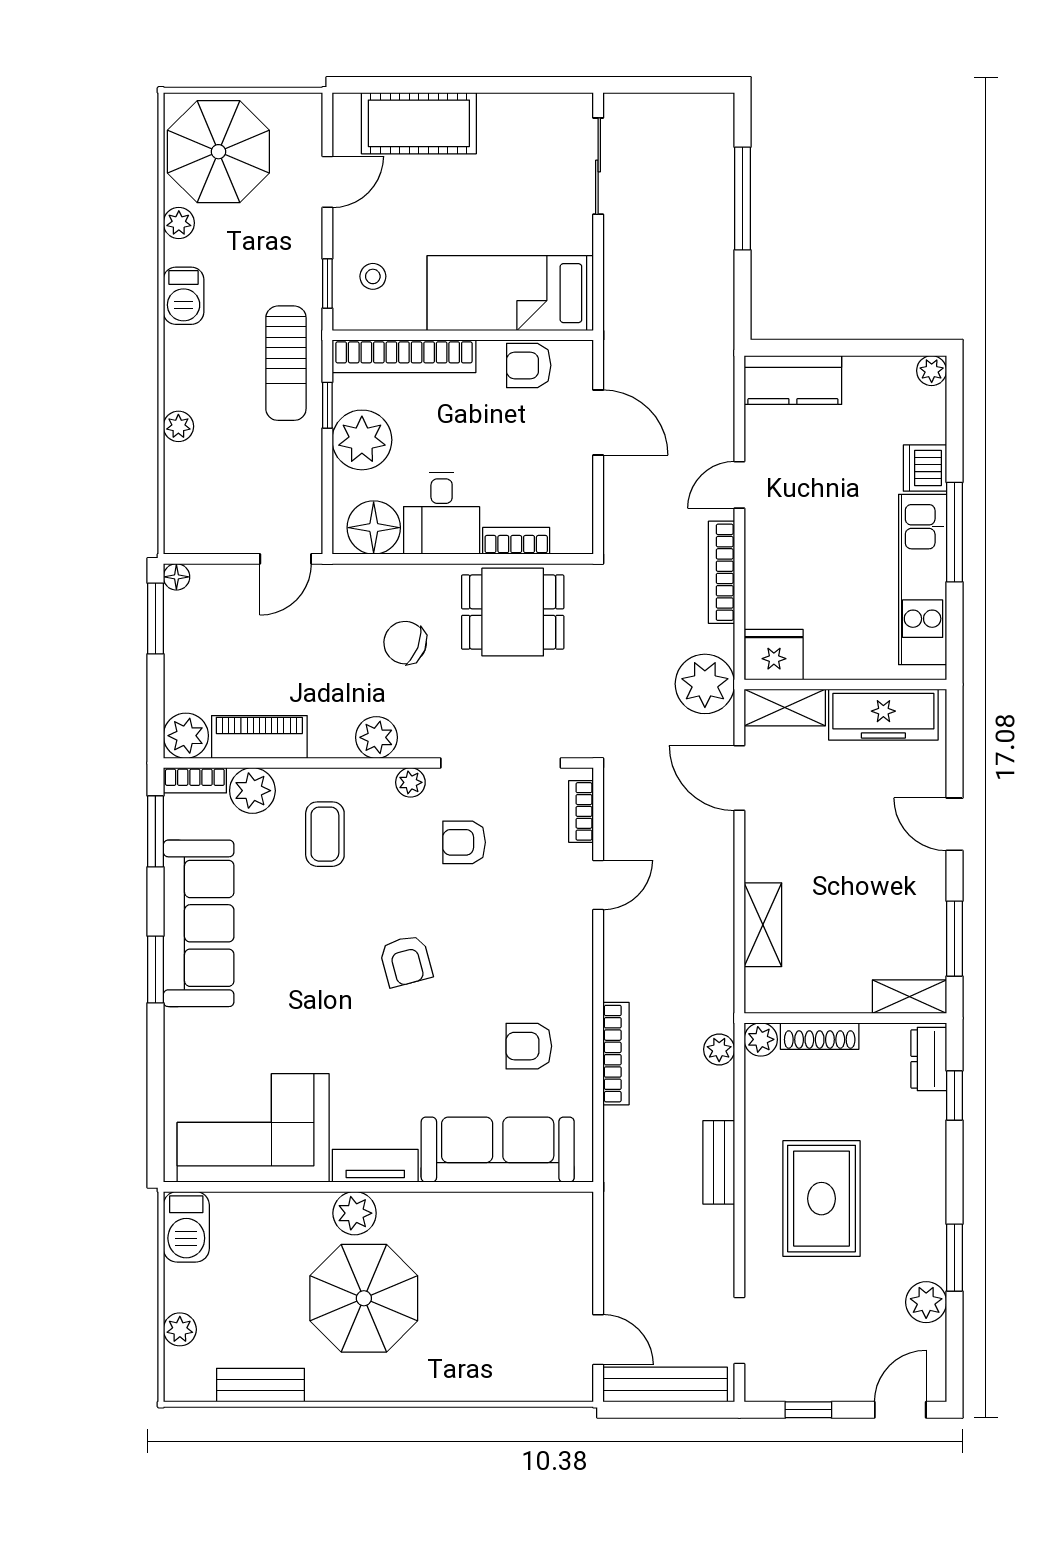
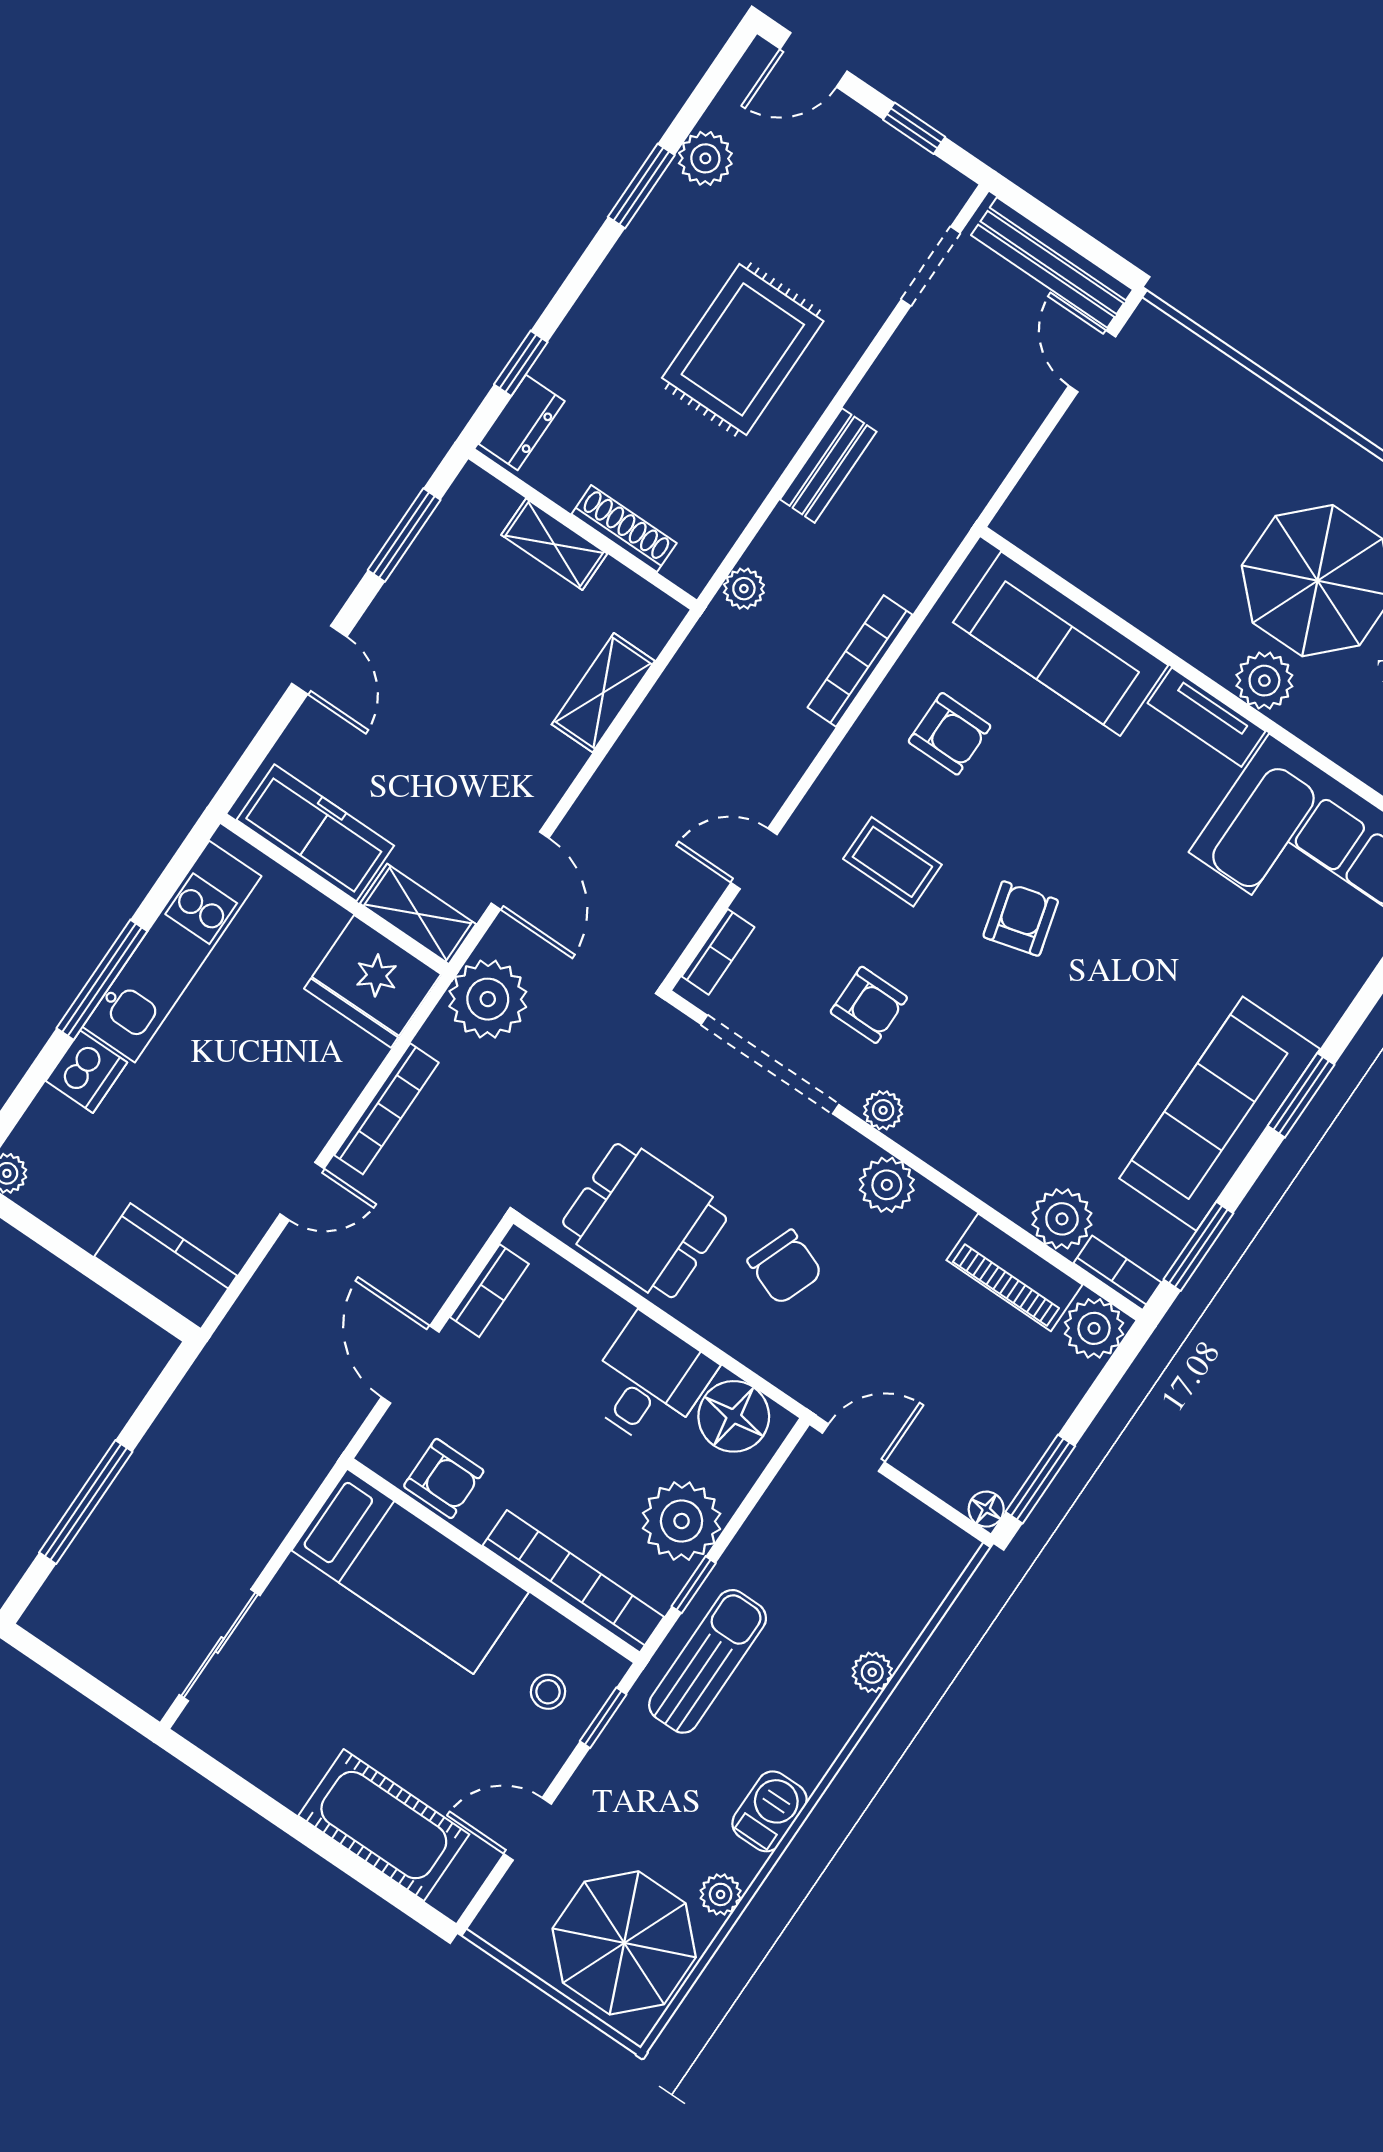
bookcase: (516, 541) -> (489, 1291), moved, turned -90
fridge: (774, 655) -> (373, 981), width x1.36, depth x1.34
coffee table: (325, 834) -> (892, 862), moved, turned 90
shelving: (909, 997) -> (554, 544), moved
plant: (761, 1039) -> (691, 569), removed

